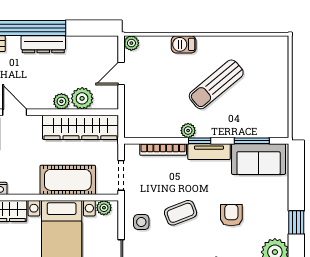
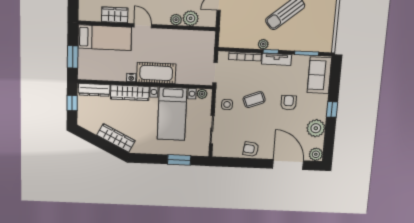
wardrobe: (80, 127) -> (188, 38), removed
sofa: (259, 159) -> (319, 75), moved, turned 90
cot: (68, 180) -> (156, 73), moved

